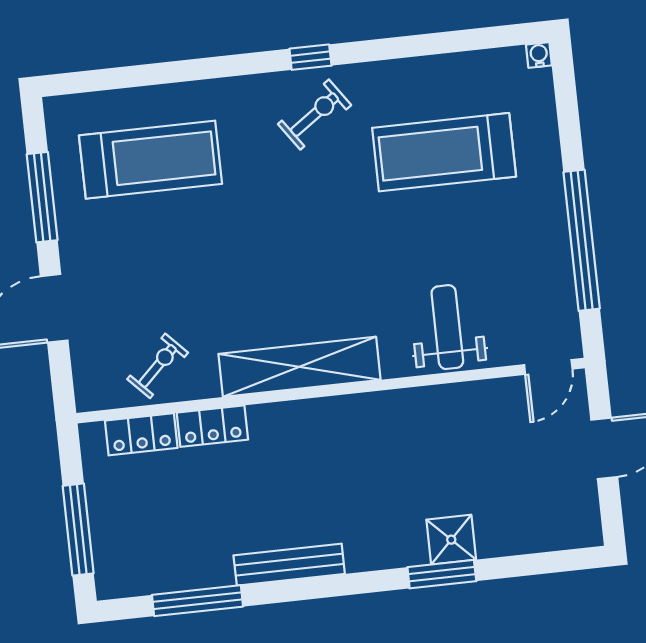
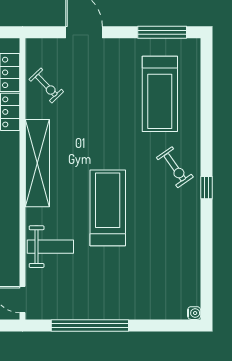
exercise bike: (315, 115) -> (175, 167), moved
treadmill: (444, 152) -> (108, 208), moved
window: (42, 197) -> (162, 32), moved

